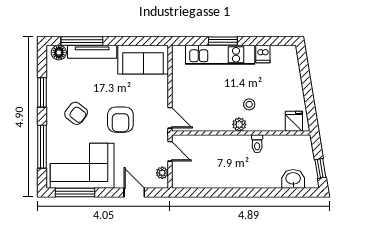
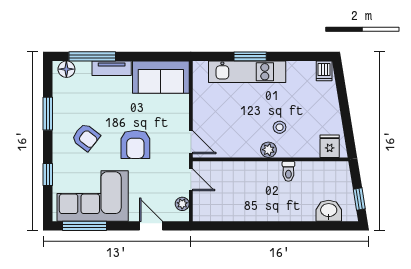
tv unit: (92, 52) -> (112, 68), width x0.71
dishwasher: (263, 54) -> (324, 71), moved
window: (42, 147) -> (48, 174), width x0.46

